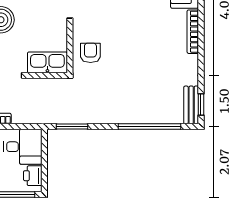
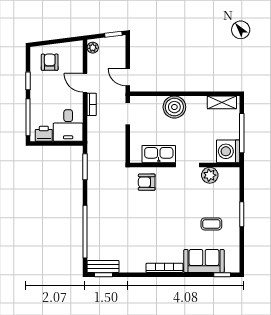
armchair: (90, 53) -> (147, 182), turned 180
kitchen sink: (47, 62) -> (159, 154), moved, turned -90

